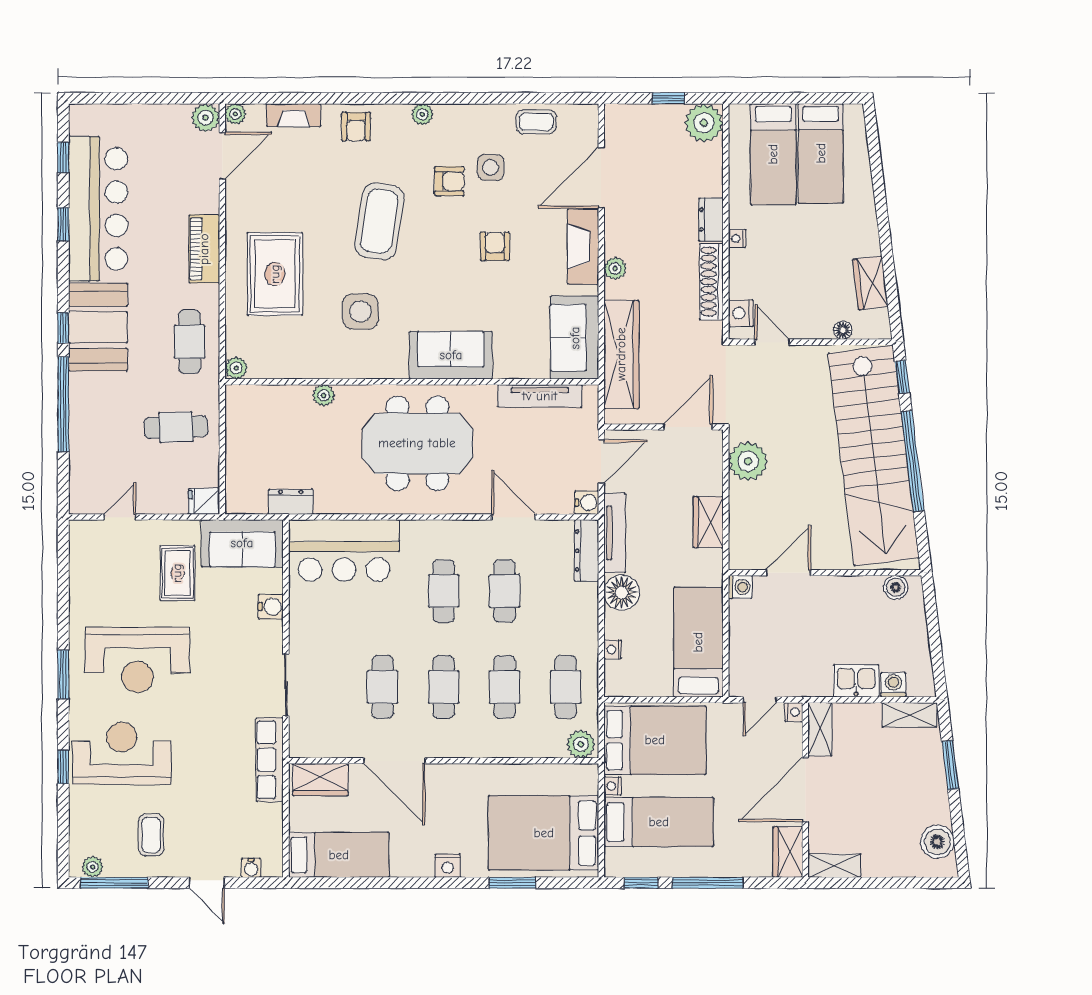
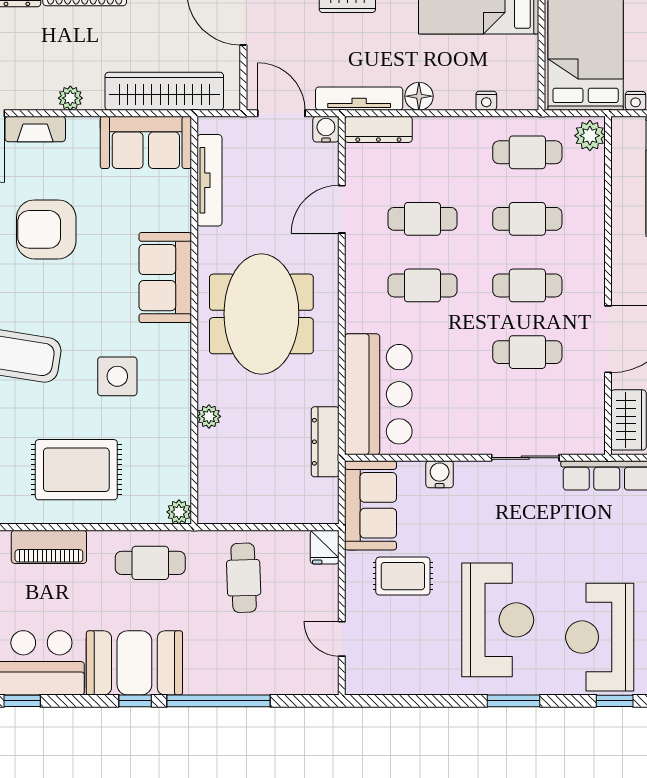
armchair: (495, 246) -> (46, 229), width x1.88, depth x1.88
fireplace: (583, 246) -> (35, 129), width x0.73, depth x0.76
dresser: (291, 502) -> (325, 442), width x1.44
floor lamp: (622, 593) -> (419, 96), width x0.73, depth x0.73

